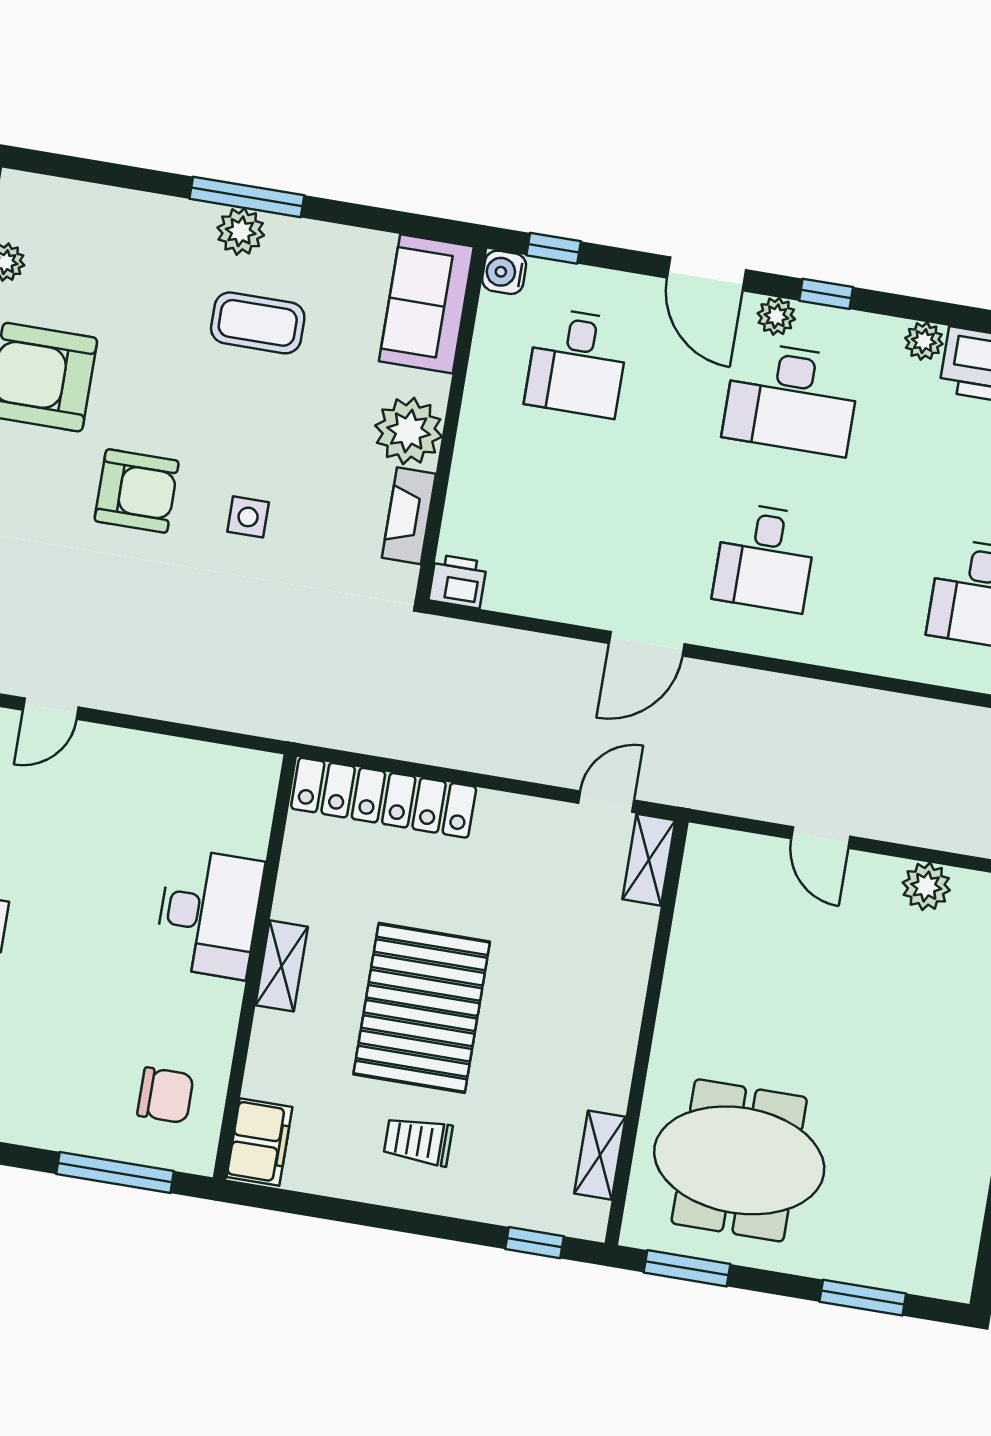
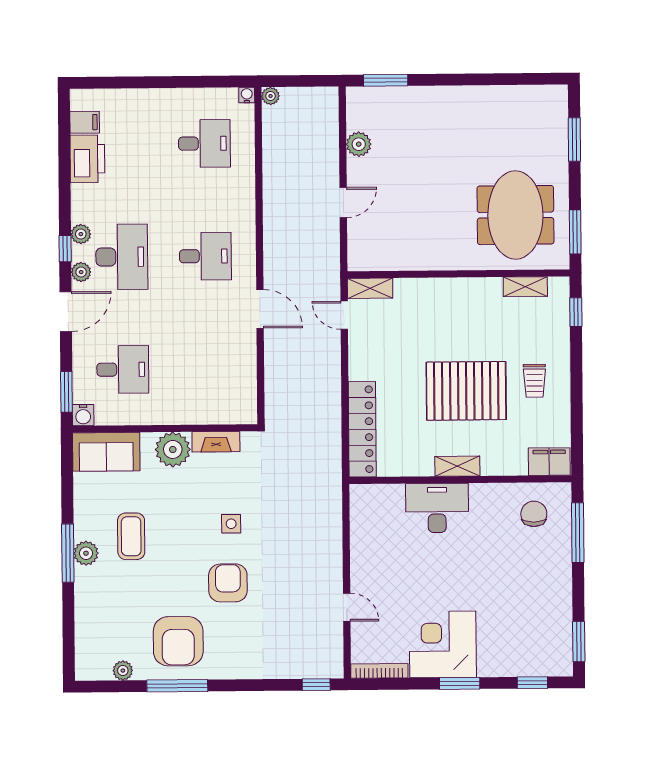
window: (554, 248) -> (66, 392), width x1.50
plant: (924, 341) -> (81, 234), moved
printer: (458, 581) -> (245, 411), removed

